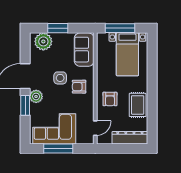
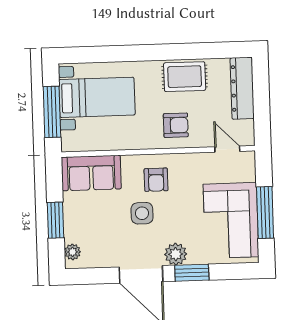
plant: (43, 41) -> (73, 252), width x0.53, depth x0.53

